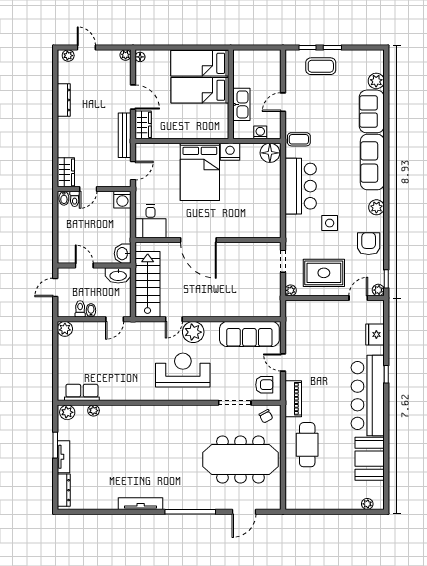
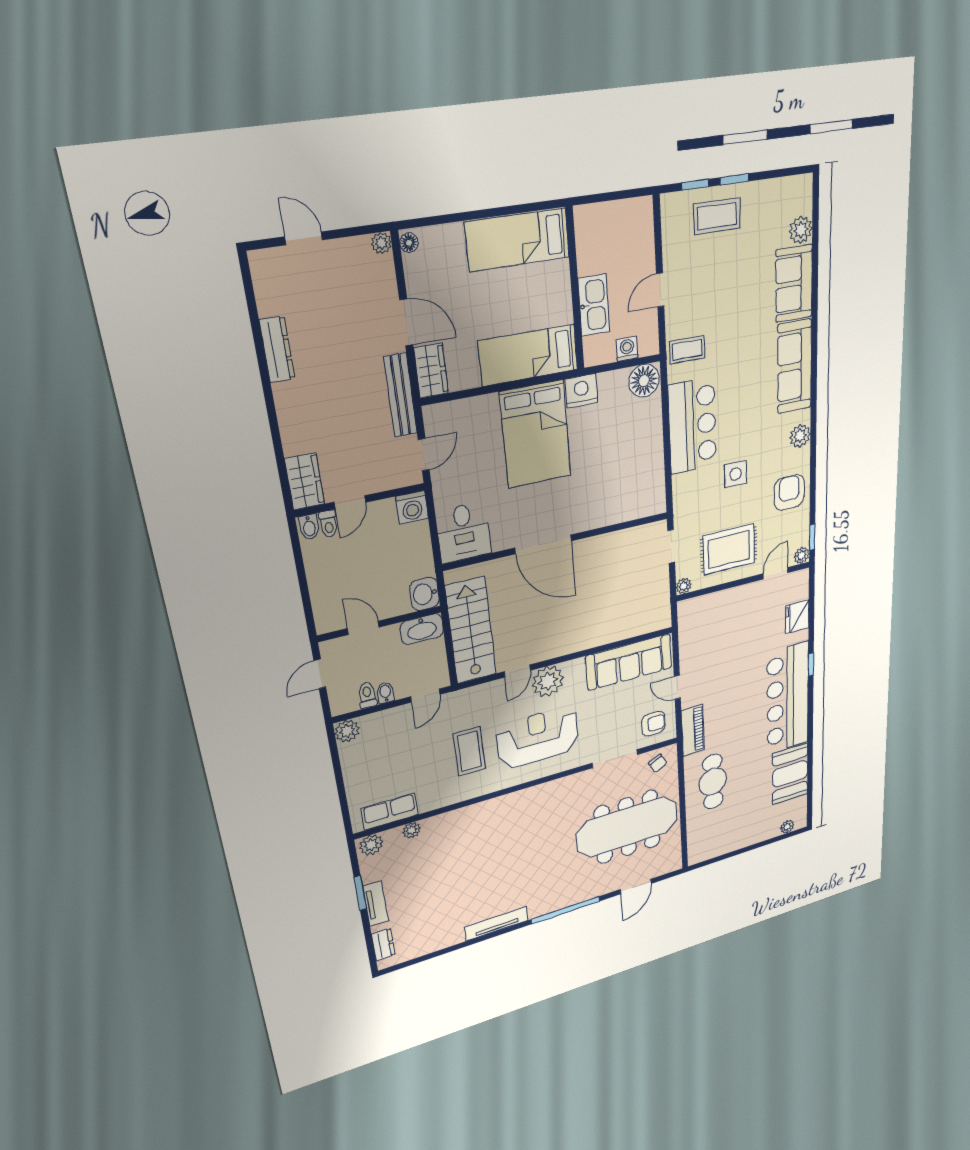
plant: (68, 56) -> (270, 260), removed
bed: (200, 90) -> (528, 355), moved
coffee table: (137, 366) -> (469, 751), added
dresser: (64, 490) -> (383, 945), width x0.70

